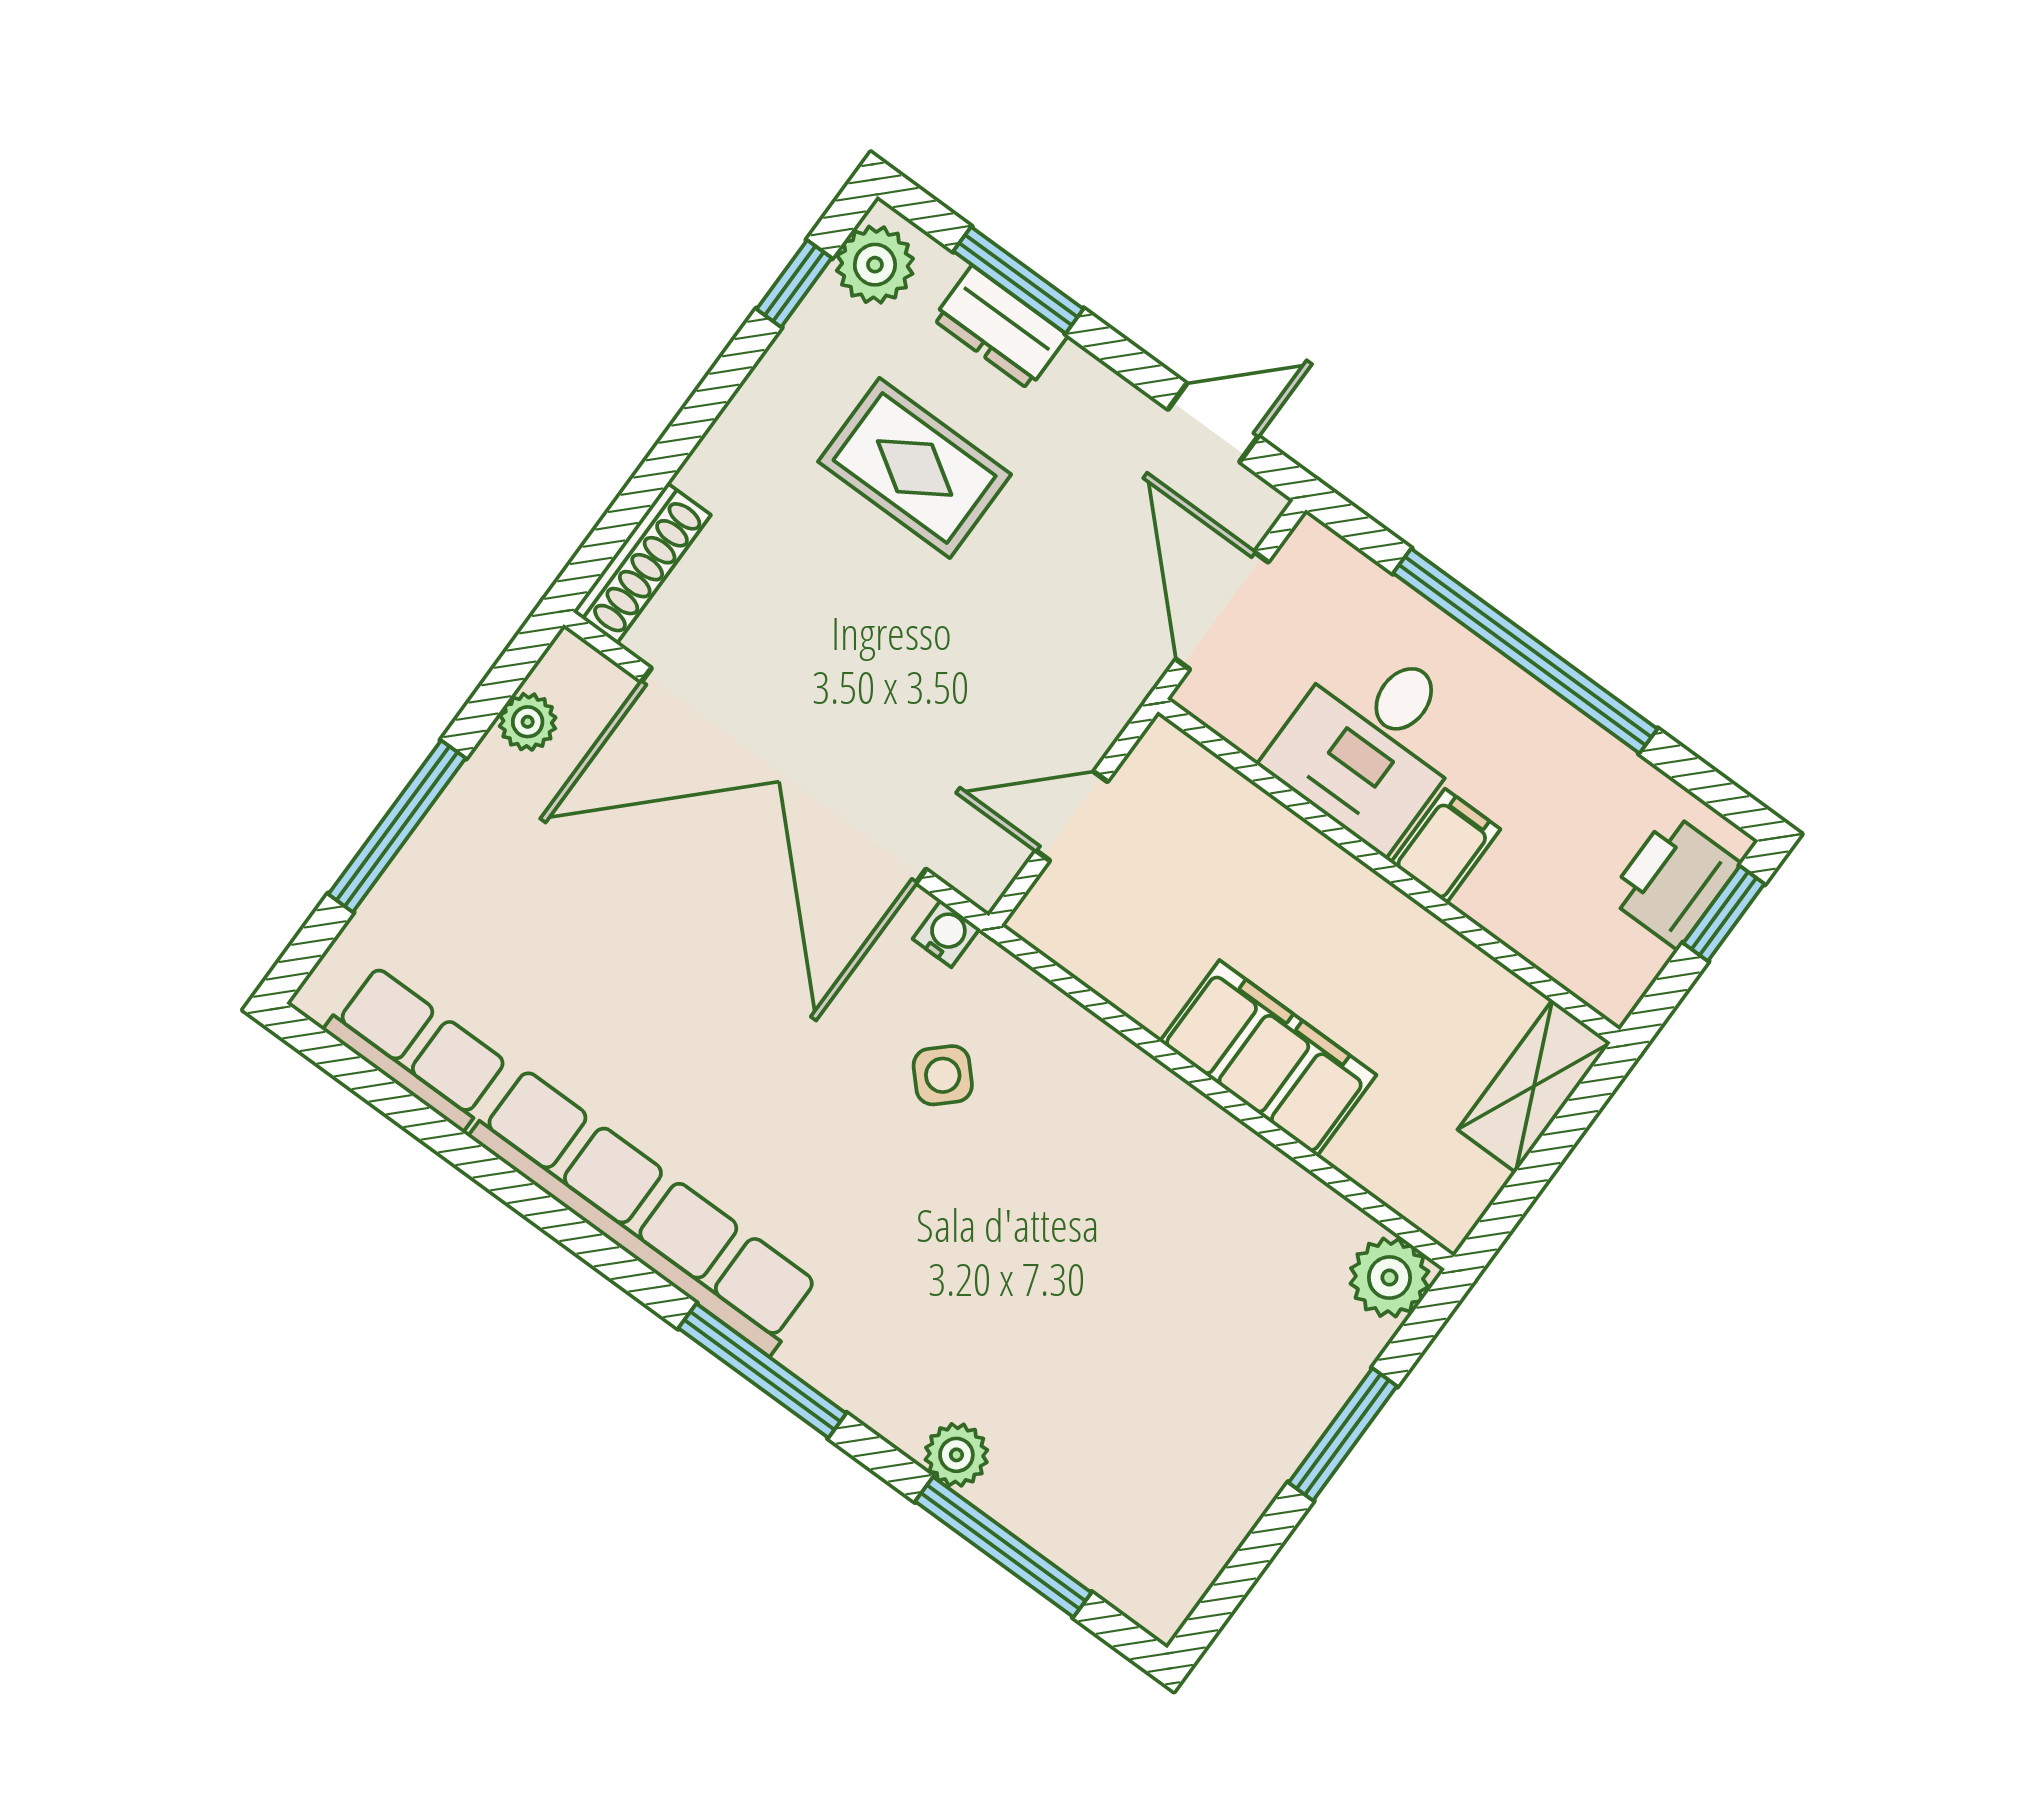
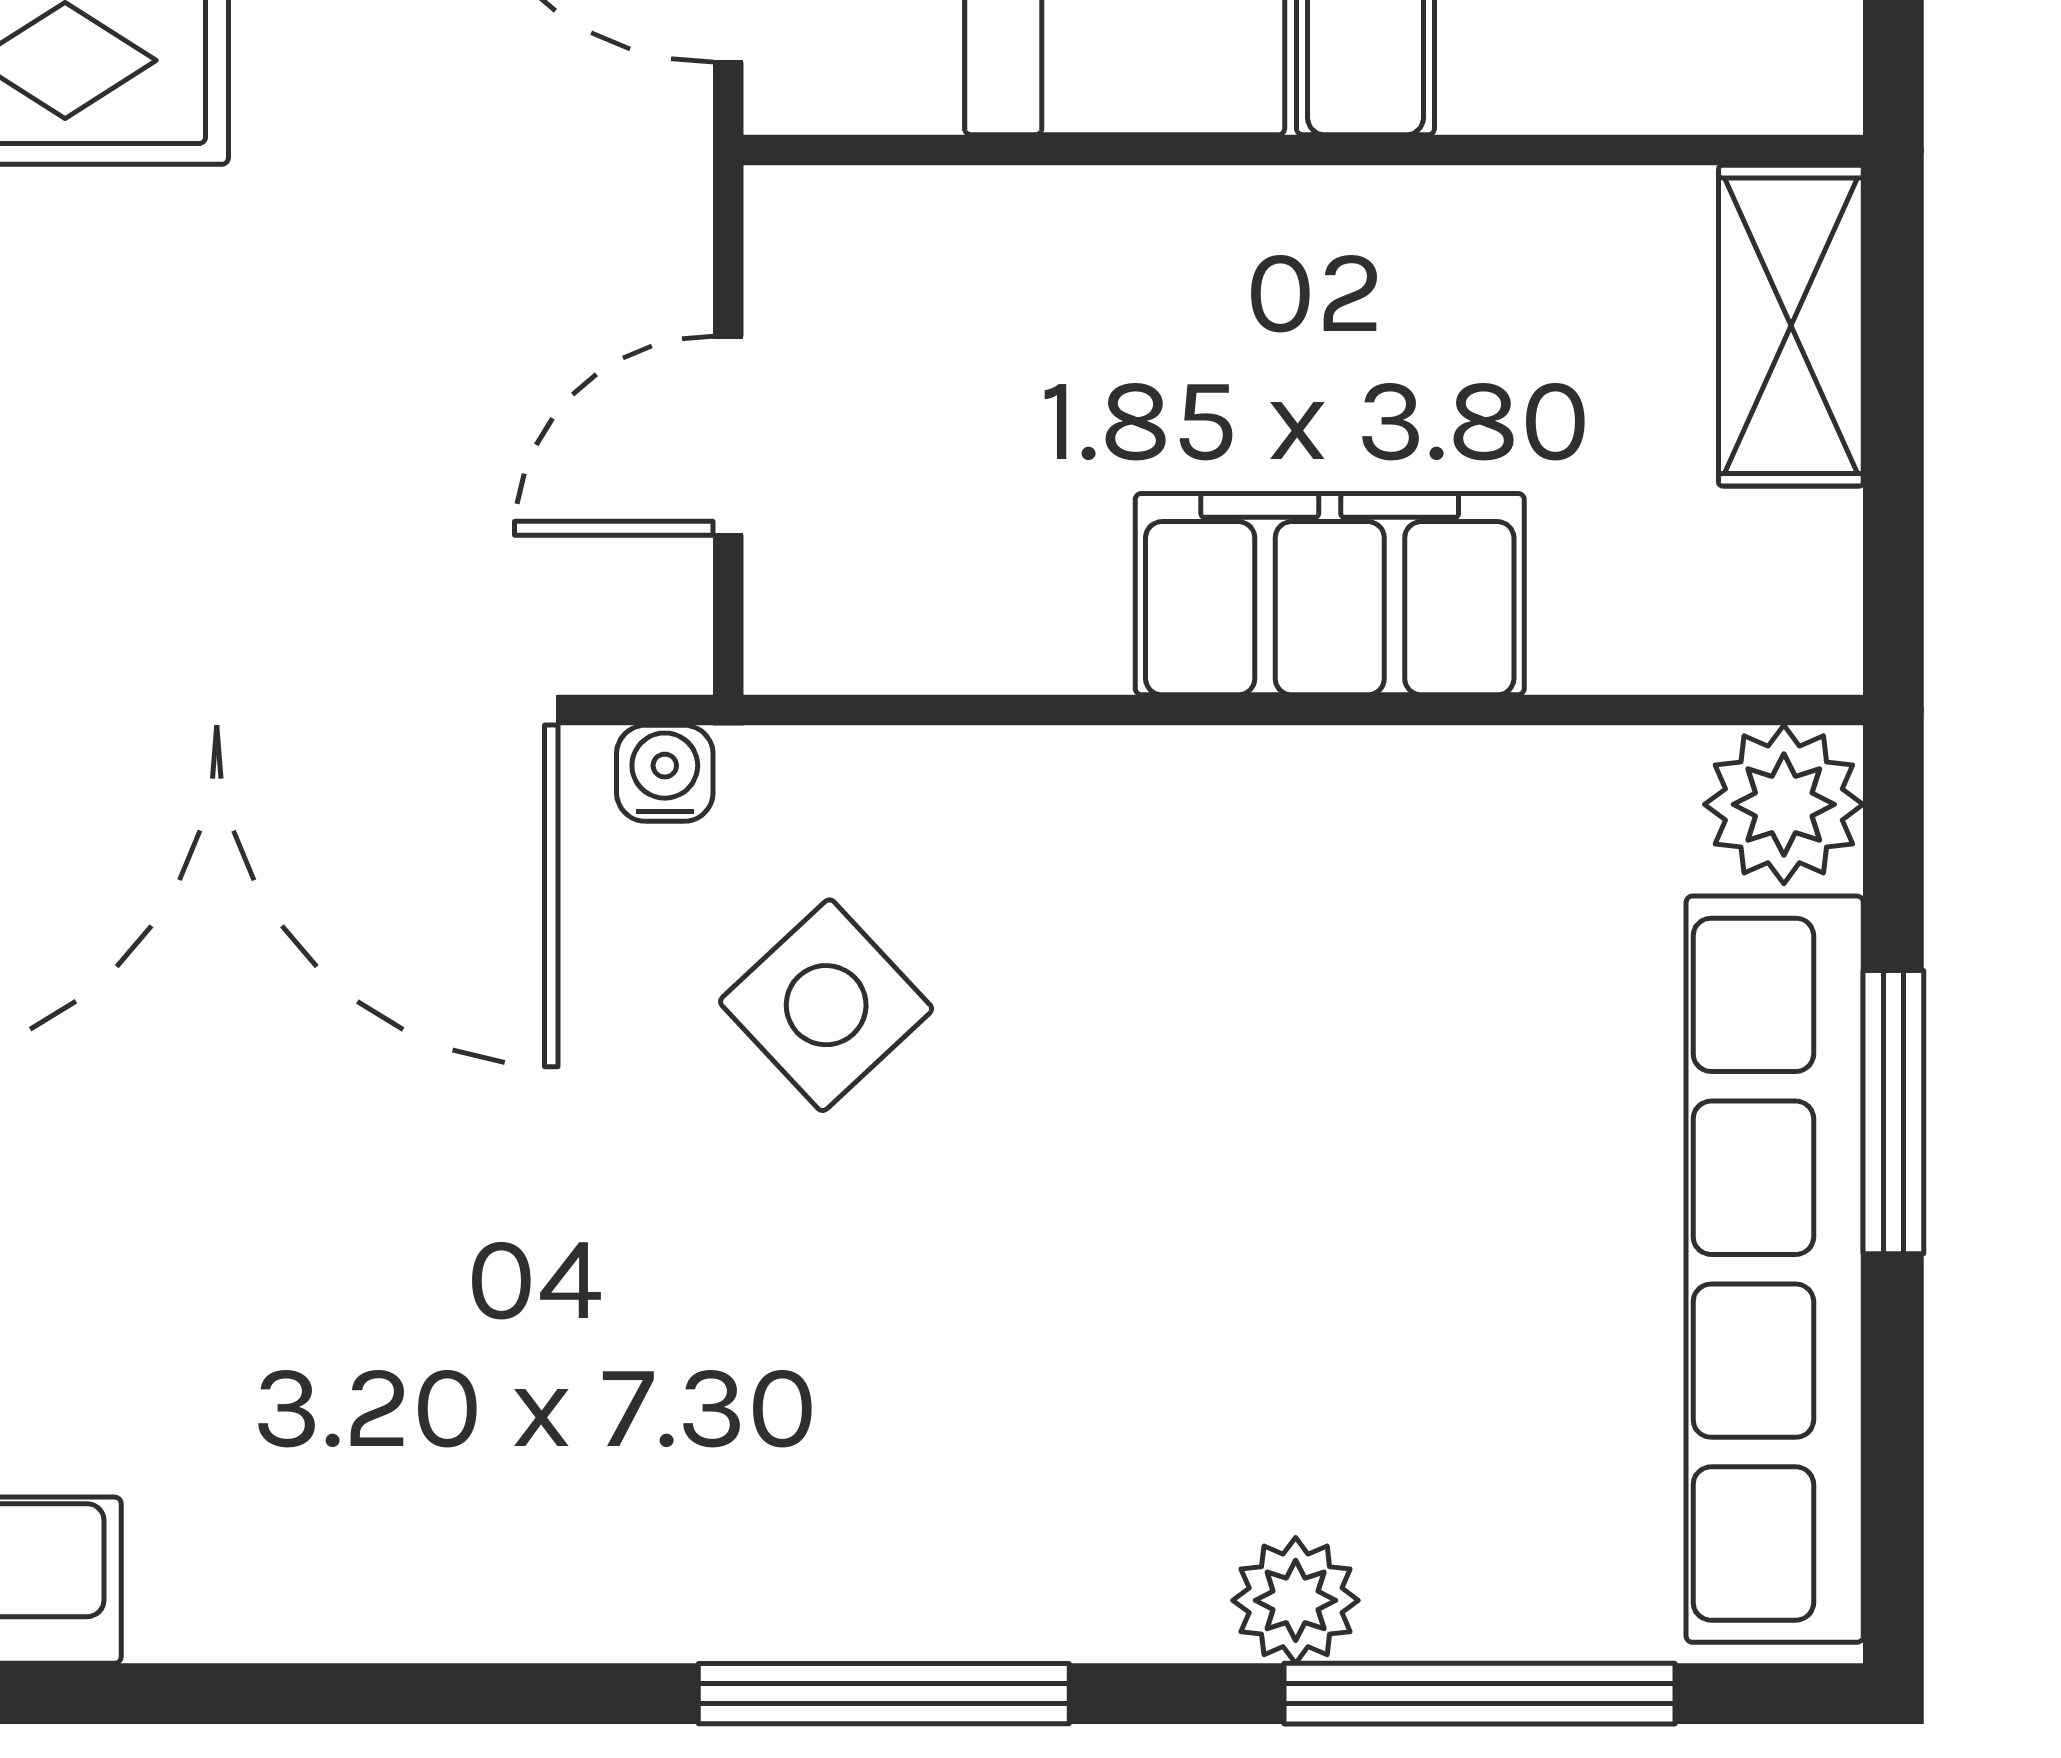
side table: (943, 1075) -> (826, 1005), width x1.37, depth x1.37
row of seats: (645, 1211) -> (1775, 1269), moved, turned -90

